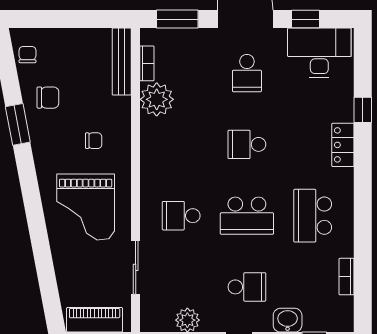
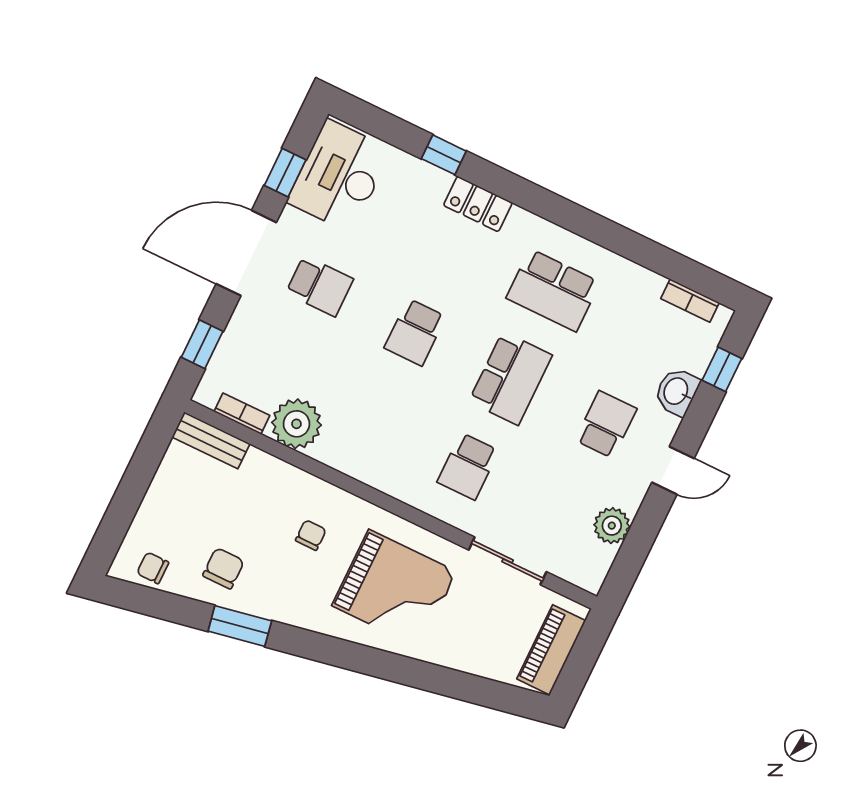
window: (177, 19) -> (202, 344), width x0.67
bench: (122, 62) -> (211, 440), width x0.73
bookcase: (347, 277) -> (690, 301), moved

